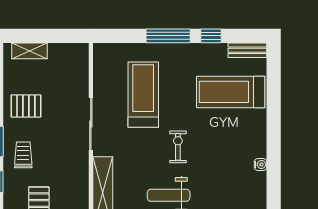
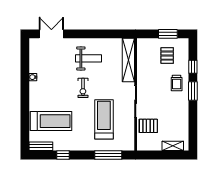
window: (168, 36) -> (108, 155), moved
treadmill: (143, 95) -> (104, 119), turned 180
pallet: (26, 106) -> (148, 126), moved

